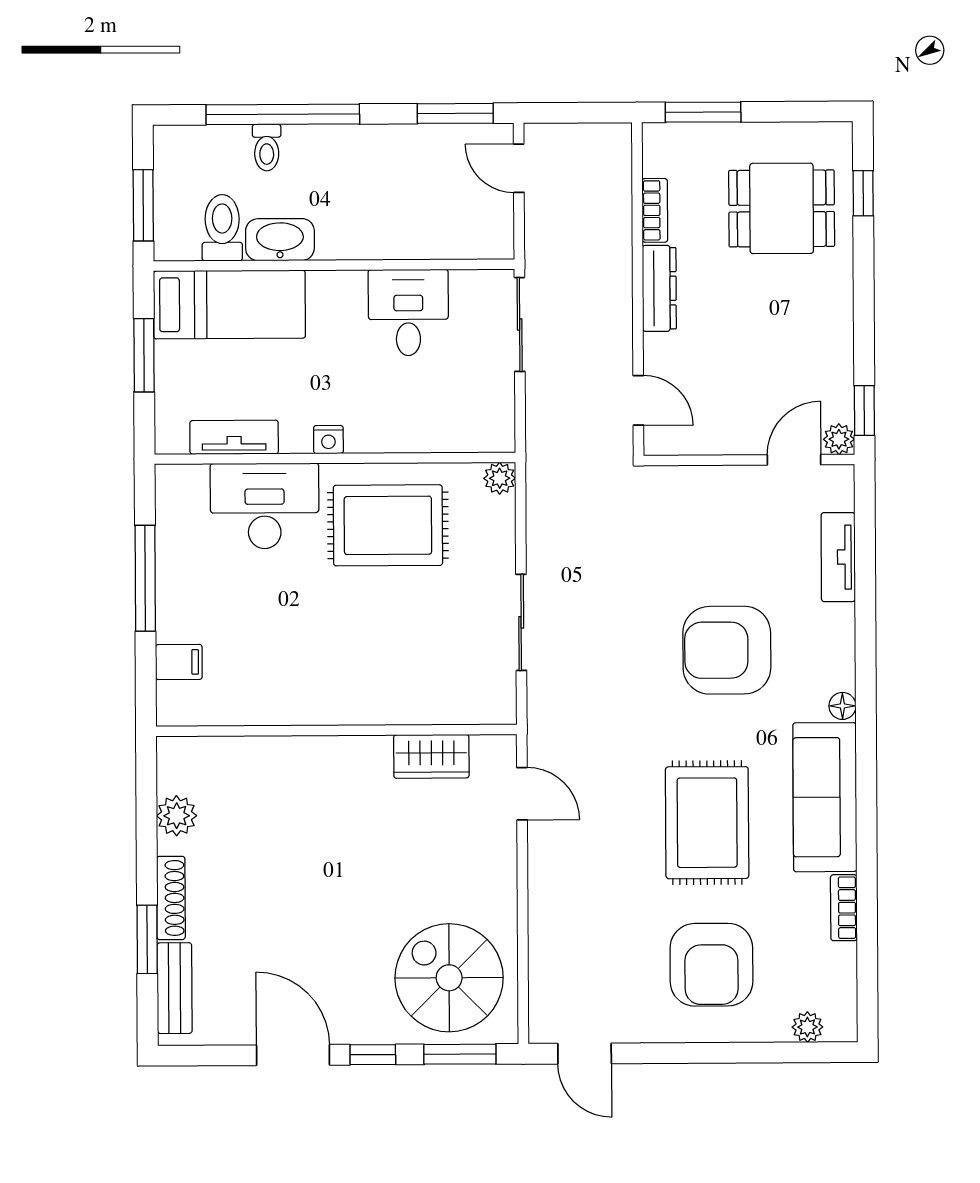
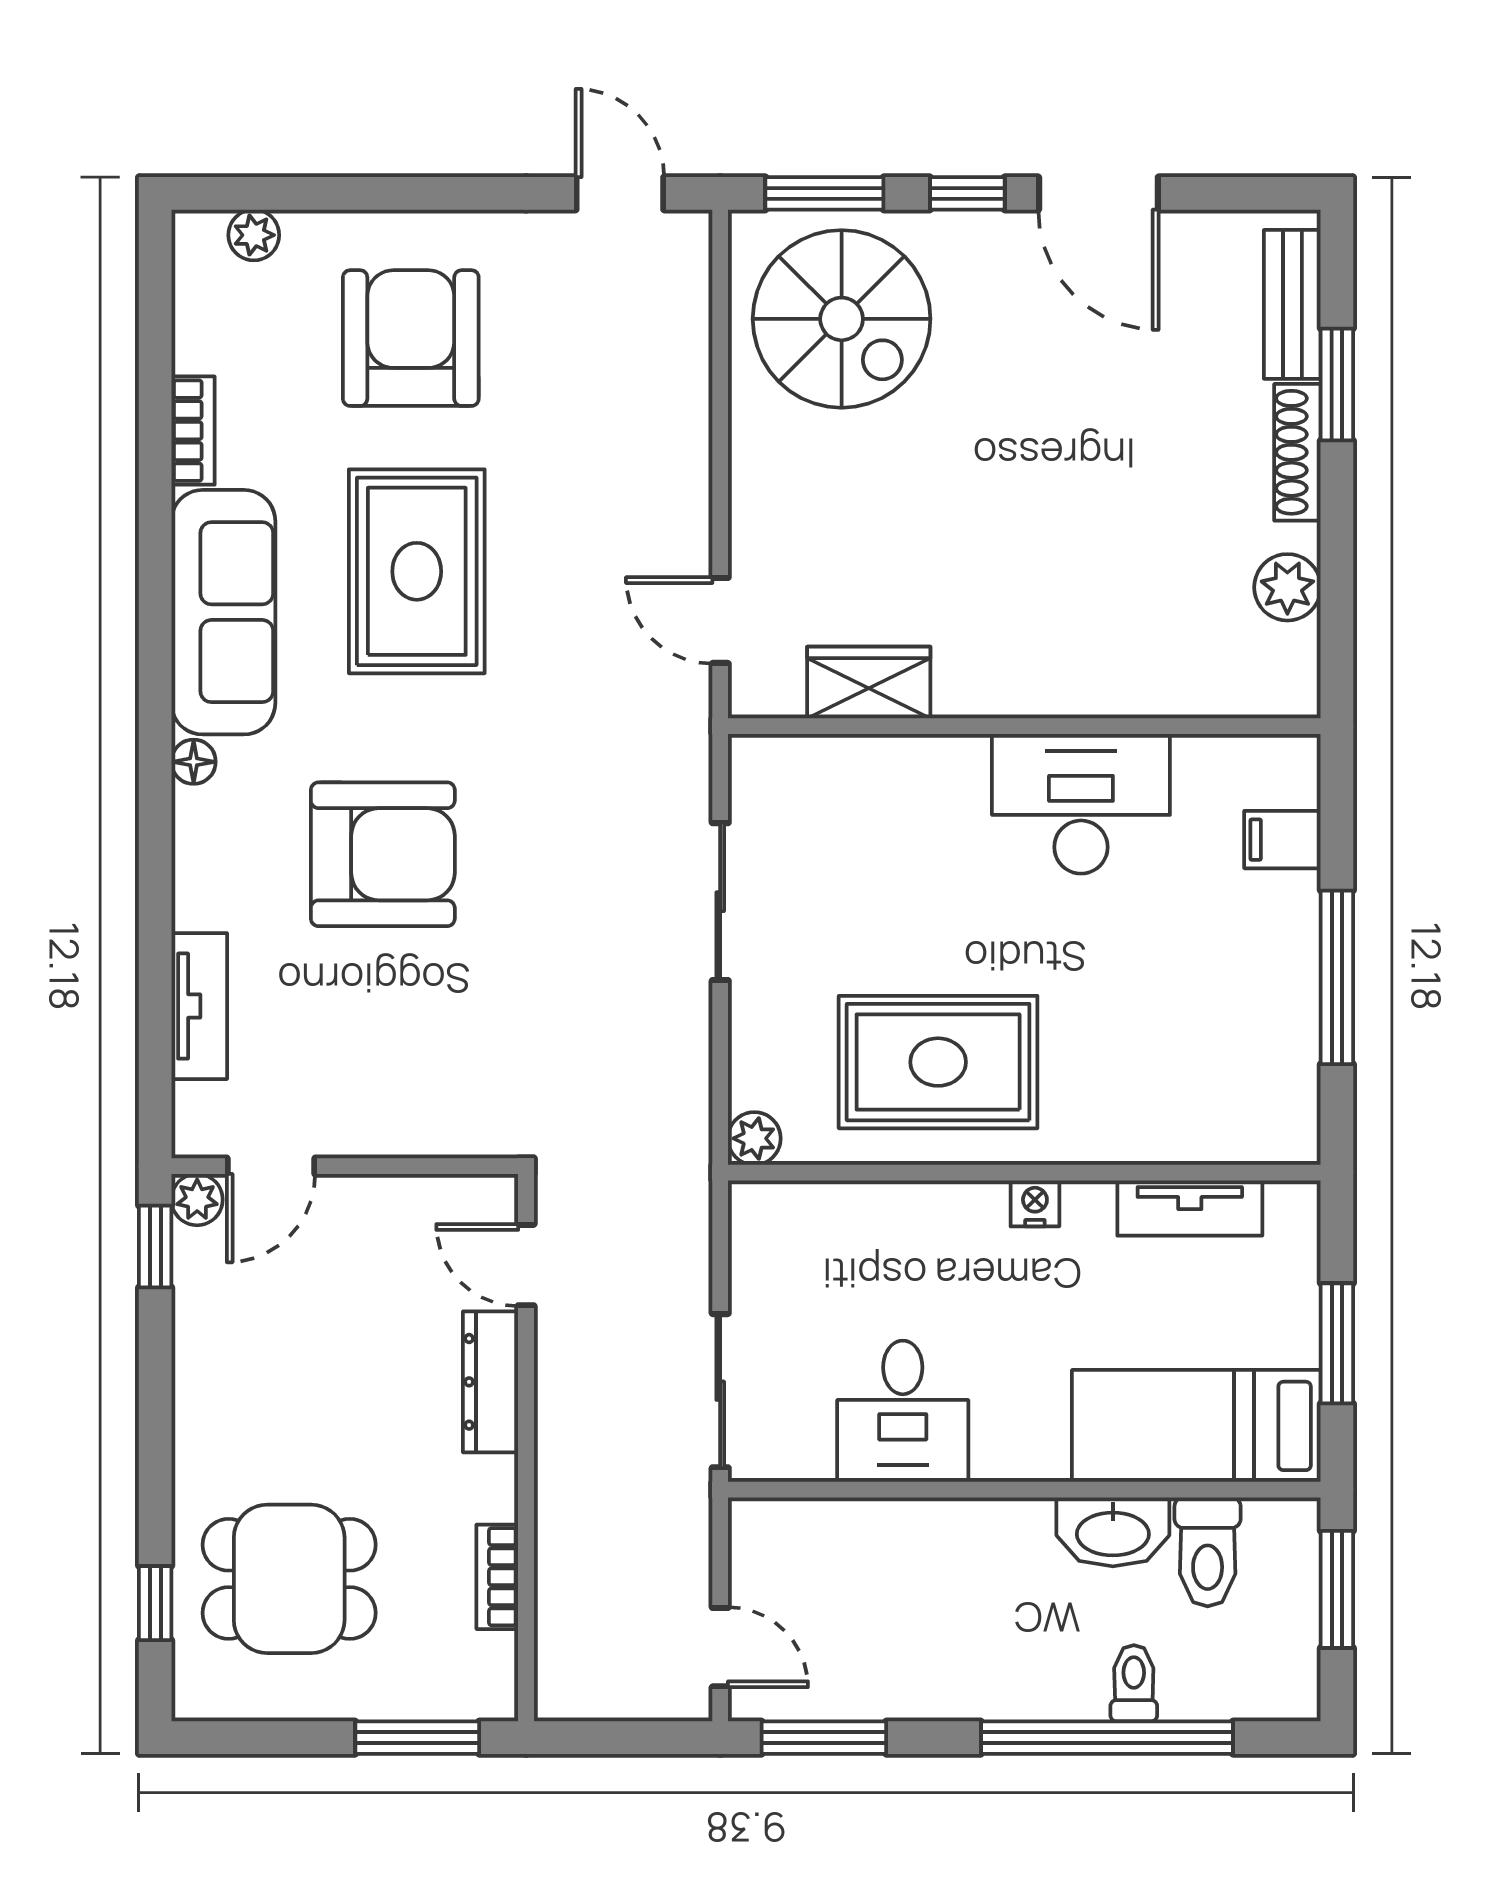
dresser: (659, 288) -> (491, 1382), moved
desk: (265, 506) -> (1081, 804), moved, turned 180

